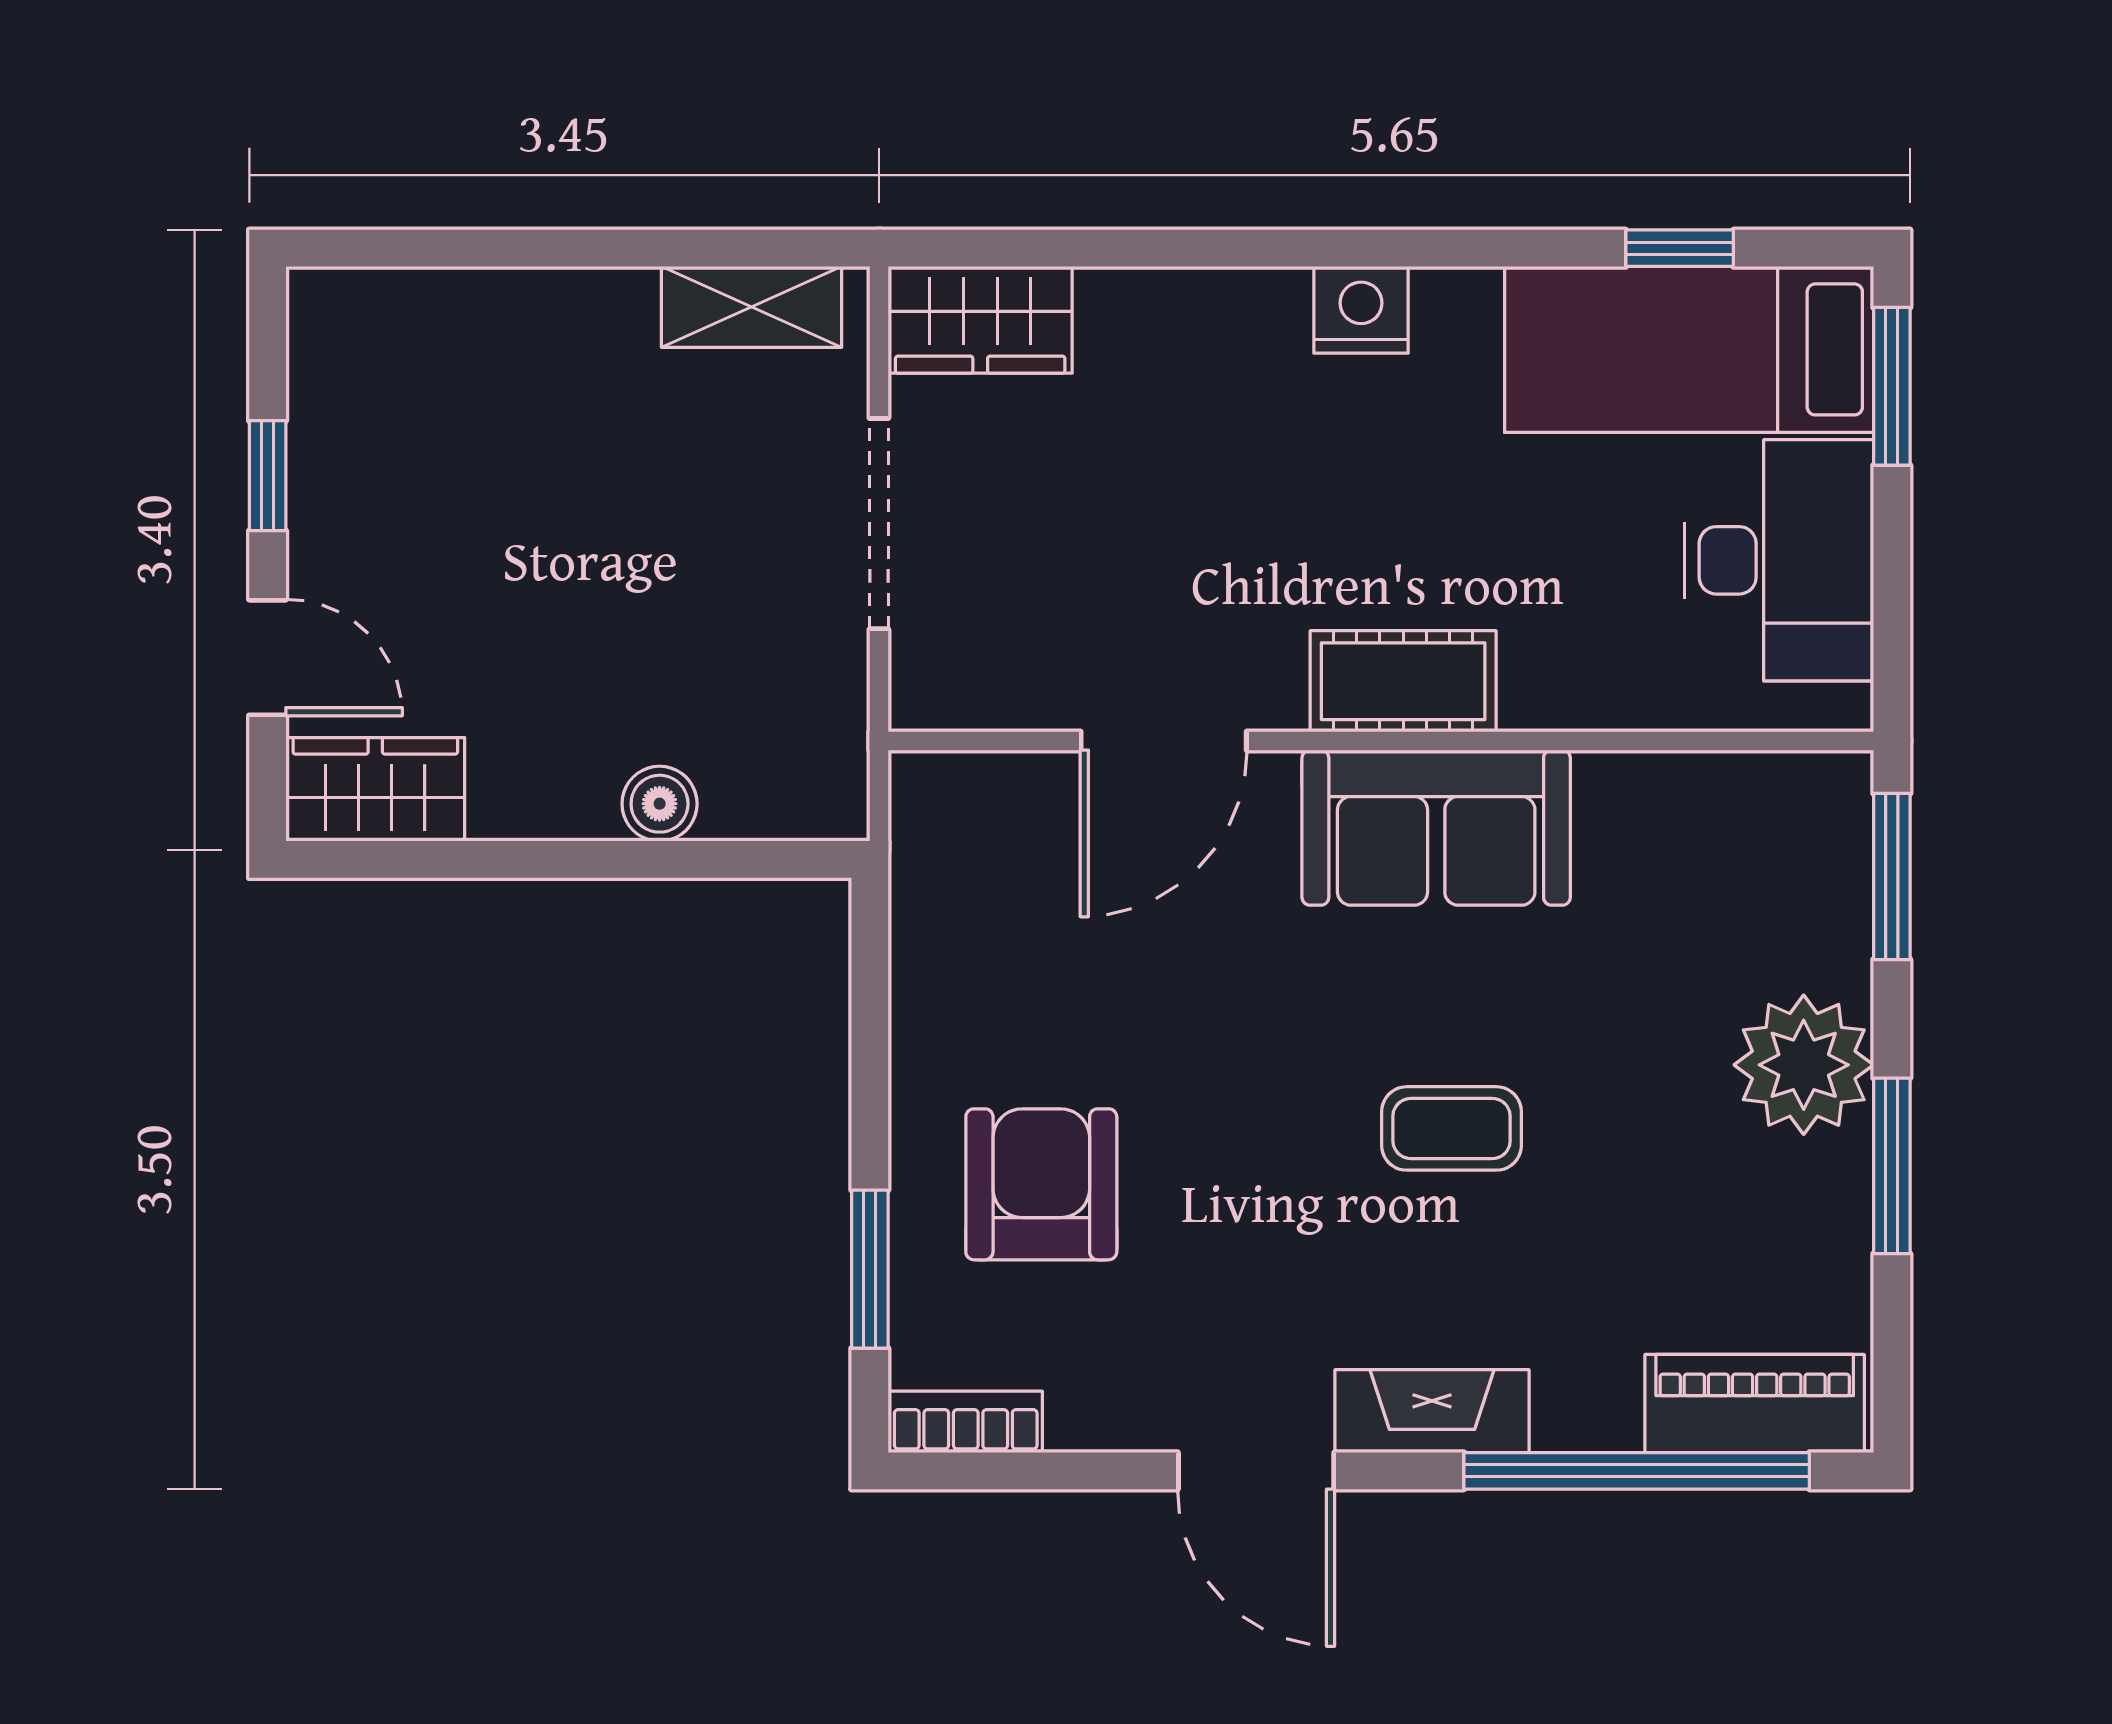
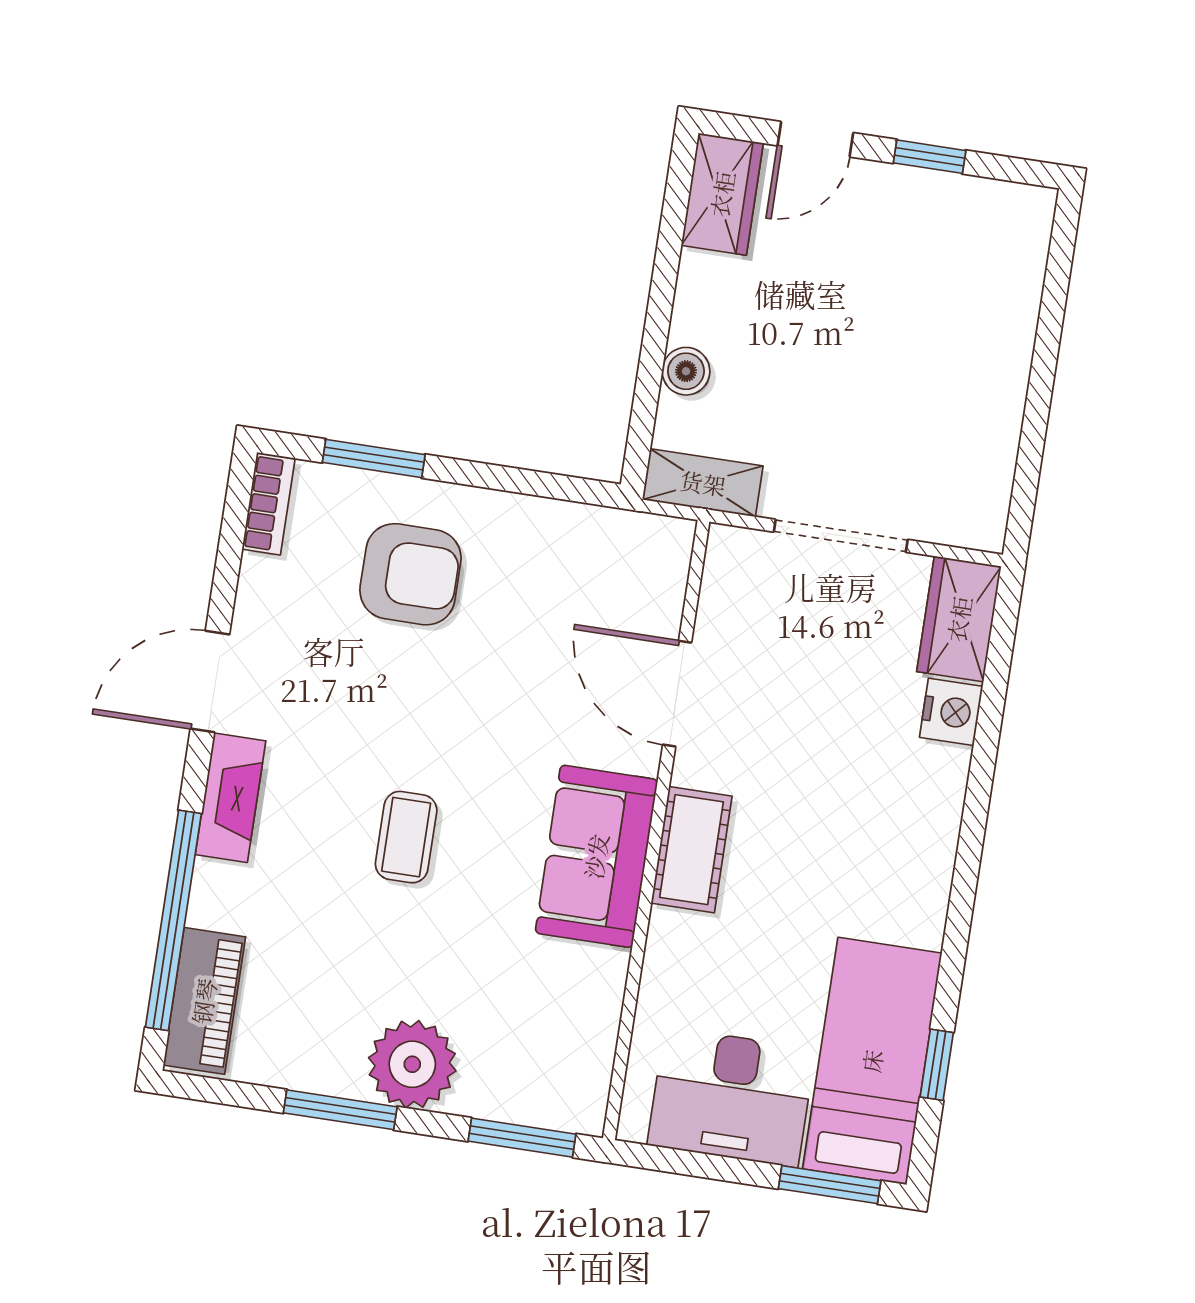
shelving: (752, 307) -> (703, 483), moved, turned 90
nightstand: (1361, 310) -> (951, 712), moved

